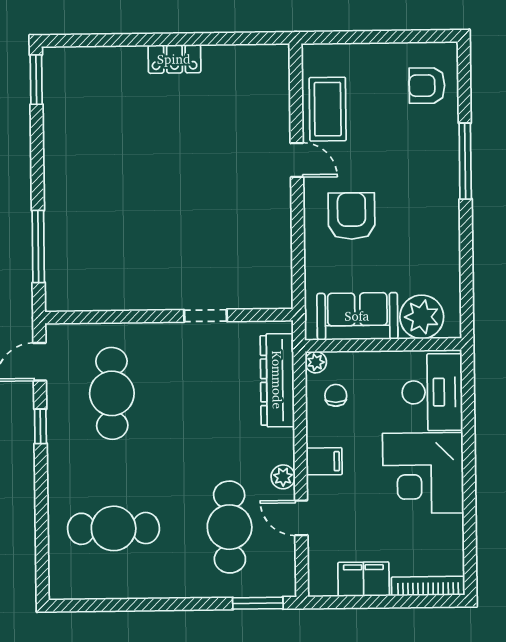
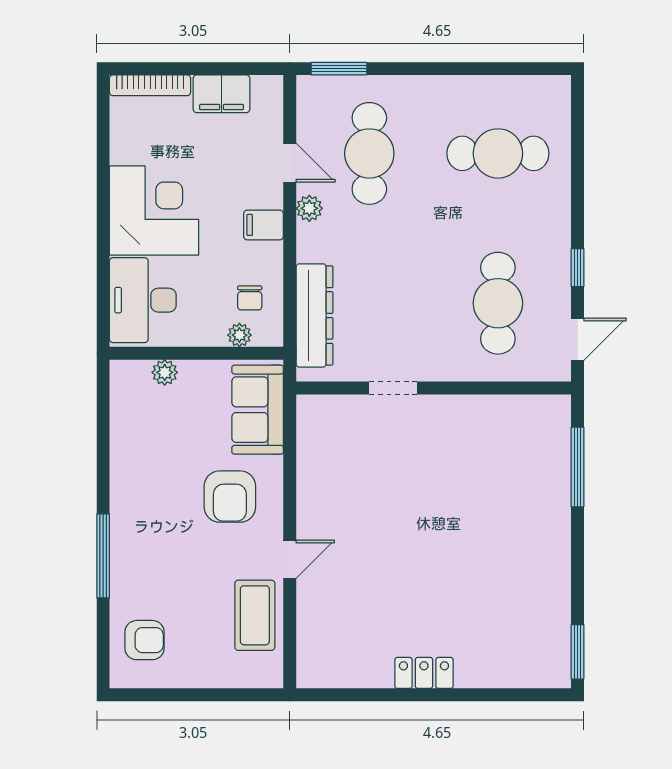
door: (297, 160) -> (290, 559), swing flipped
sofa: (357, 316) -> (258, 410), moved, turned 90
plant: (422, 317) -> (165, 372), width x0.53, depth x0.53
plant: (316, 362) -> (239, 335), moved

